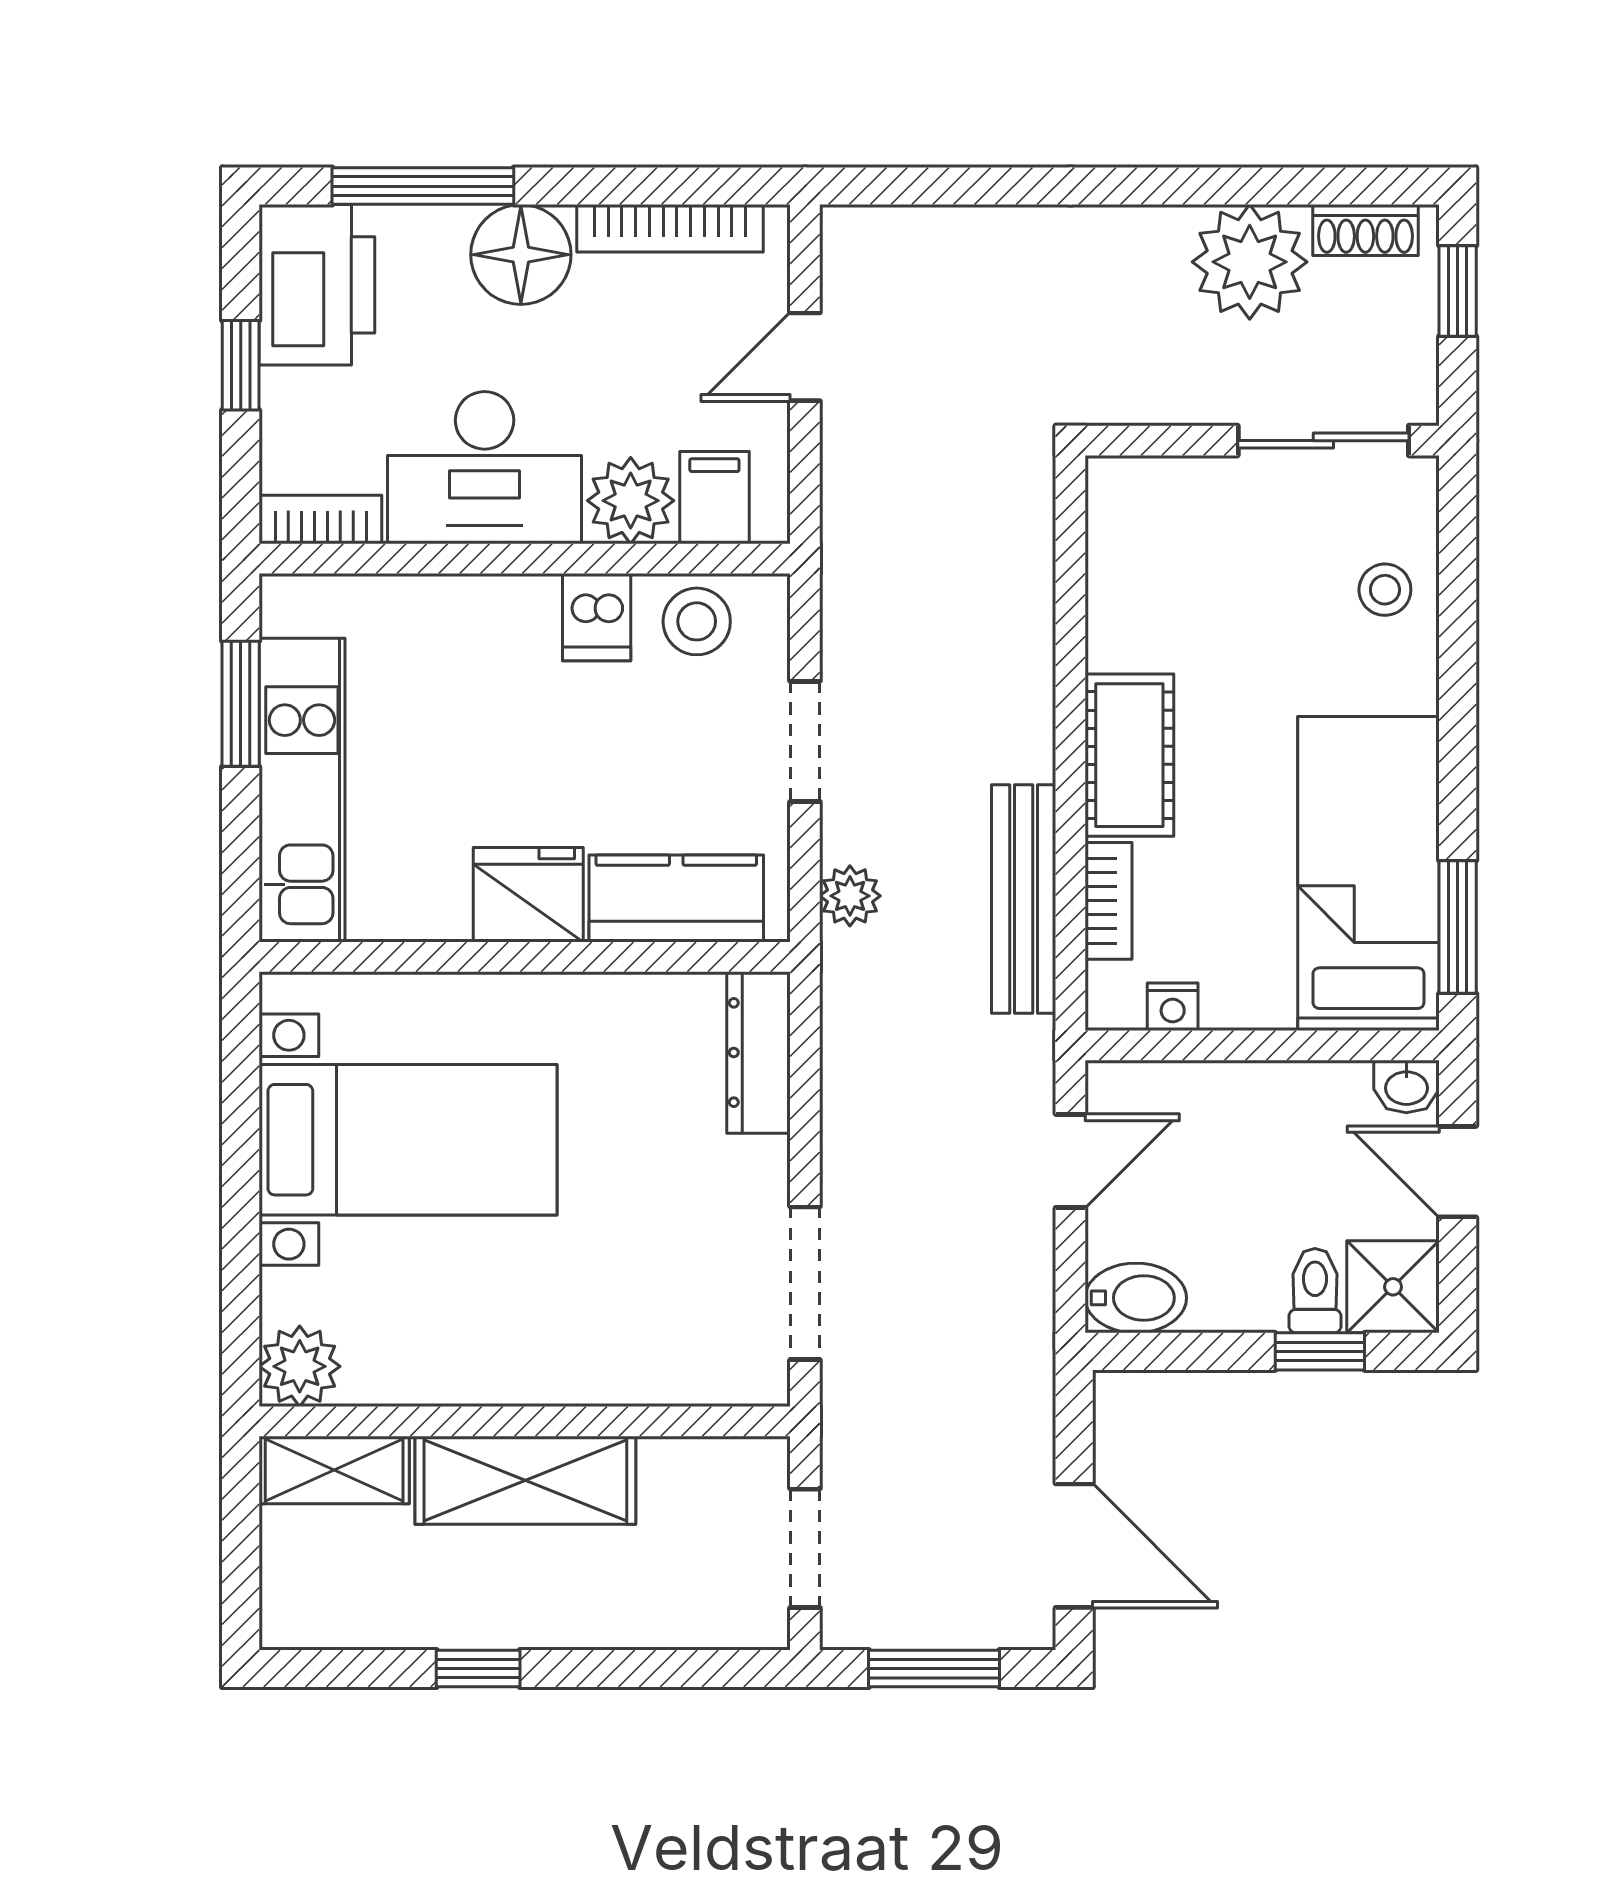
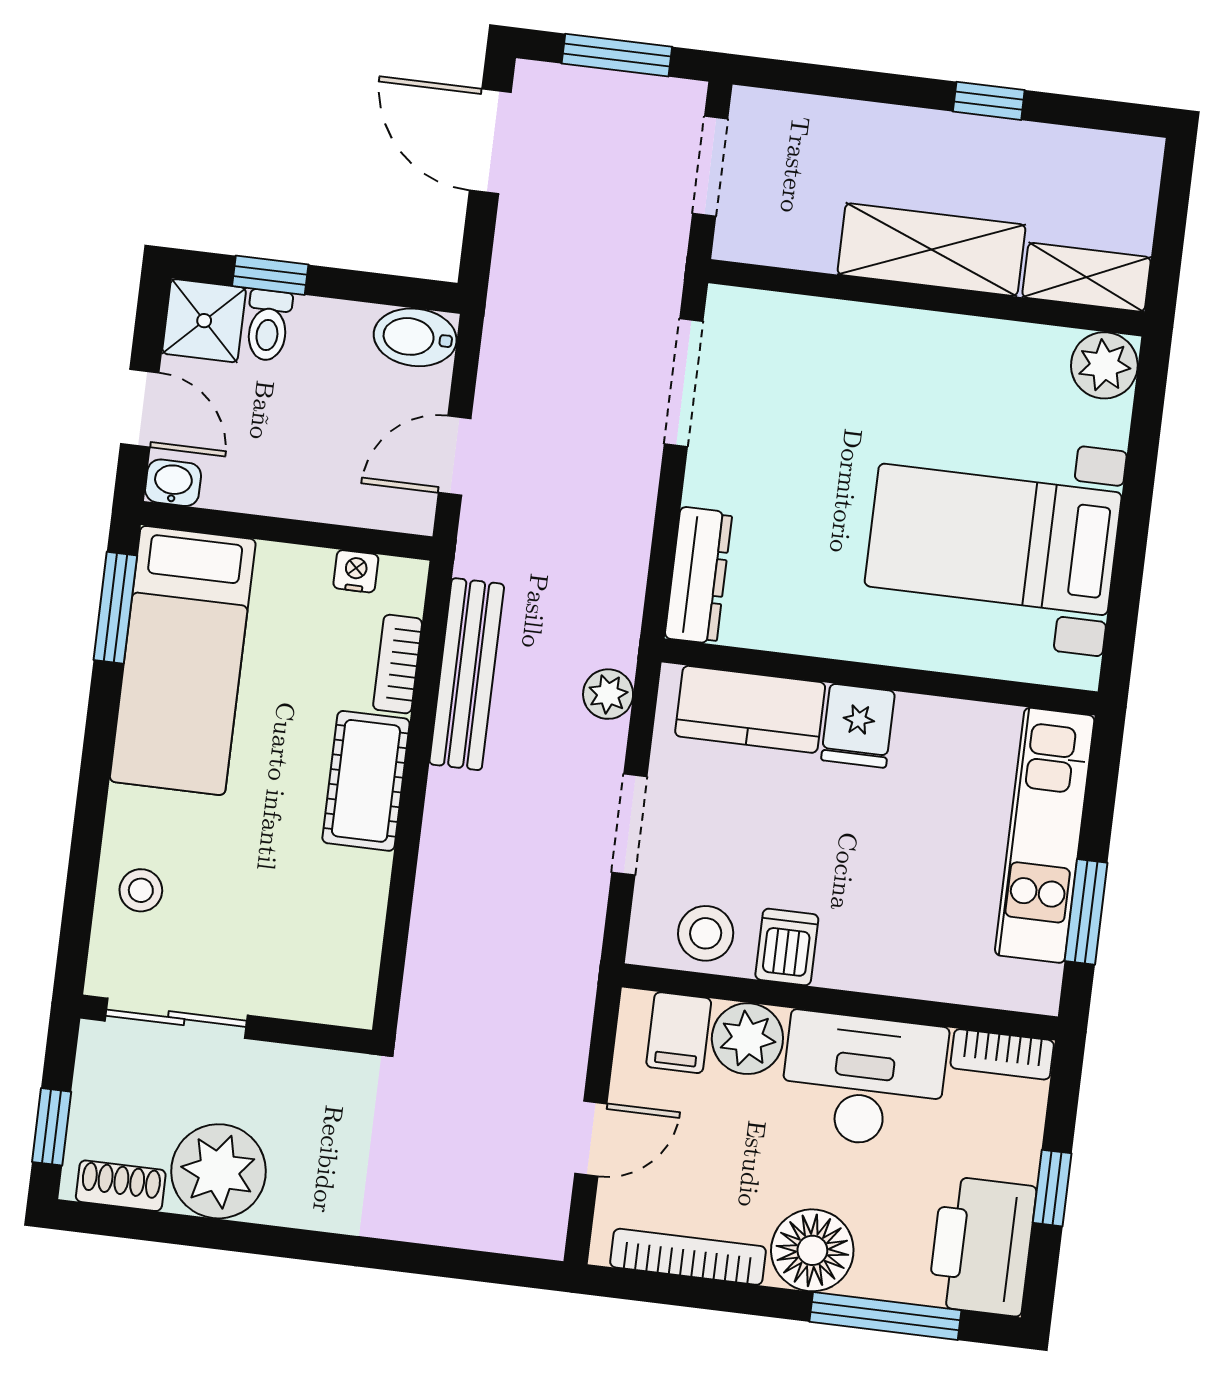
fridge: (528, 895) -> (858, 726), width x0.72

